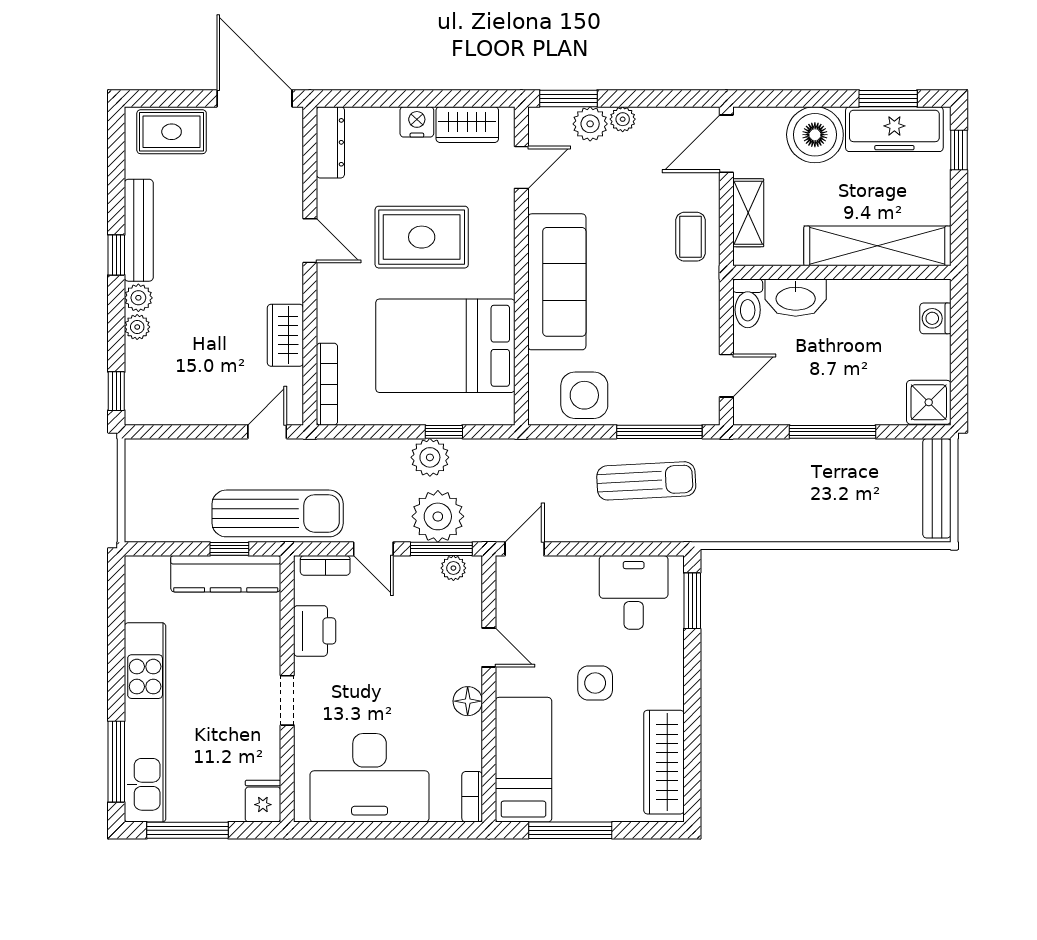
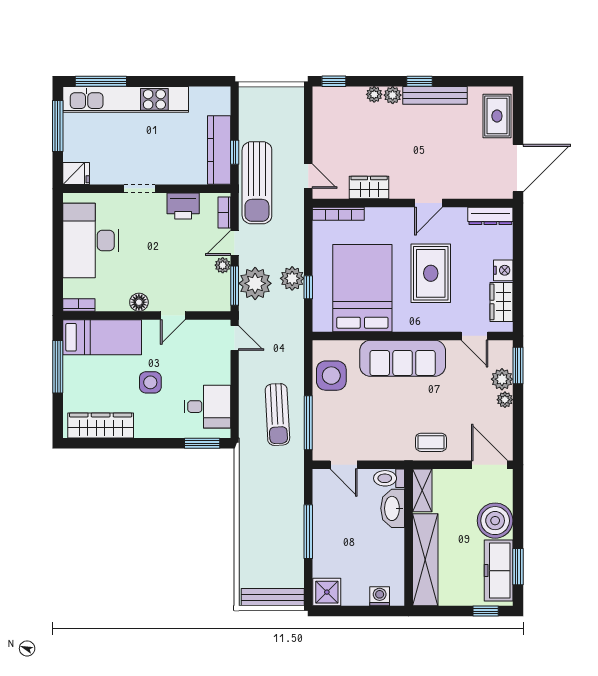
shelving: (748, 213) -> (422, 490), moved, turned 90
plant: (453, 568) -> (223, 265), moved

